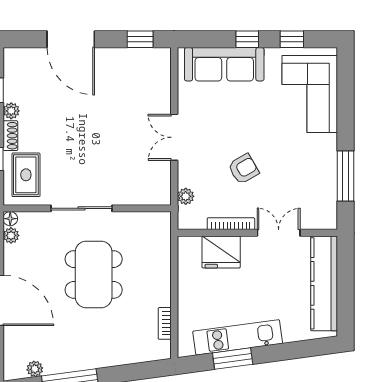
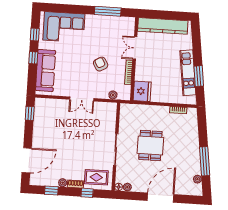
door: (71, 39) -> (27, 160), moved
fridge: (221, 252) -> (142, 91), moved
dining table: (94, 274) -> (150, 145), width x0.73

